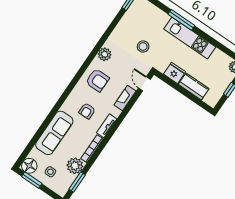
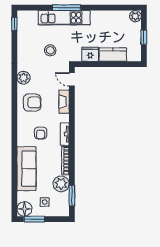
kitchen unit: (190, 38) -> (64, 18), moved

